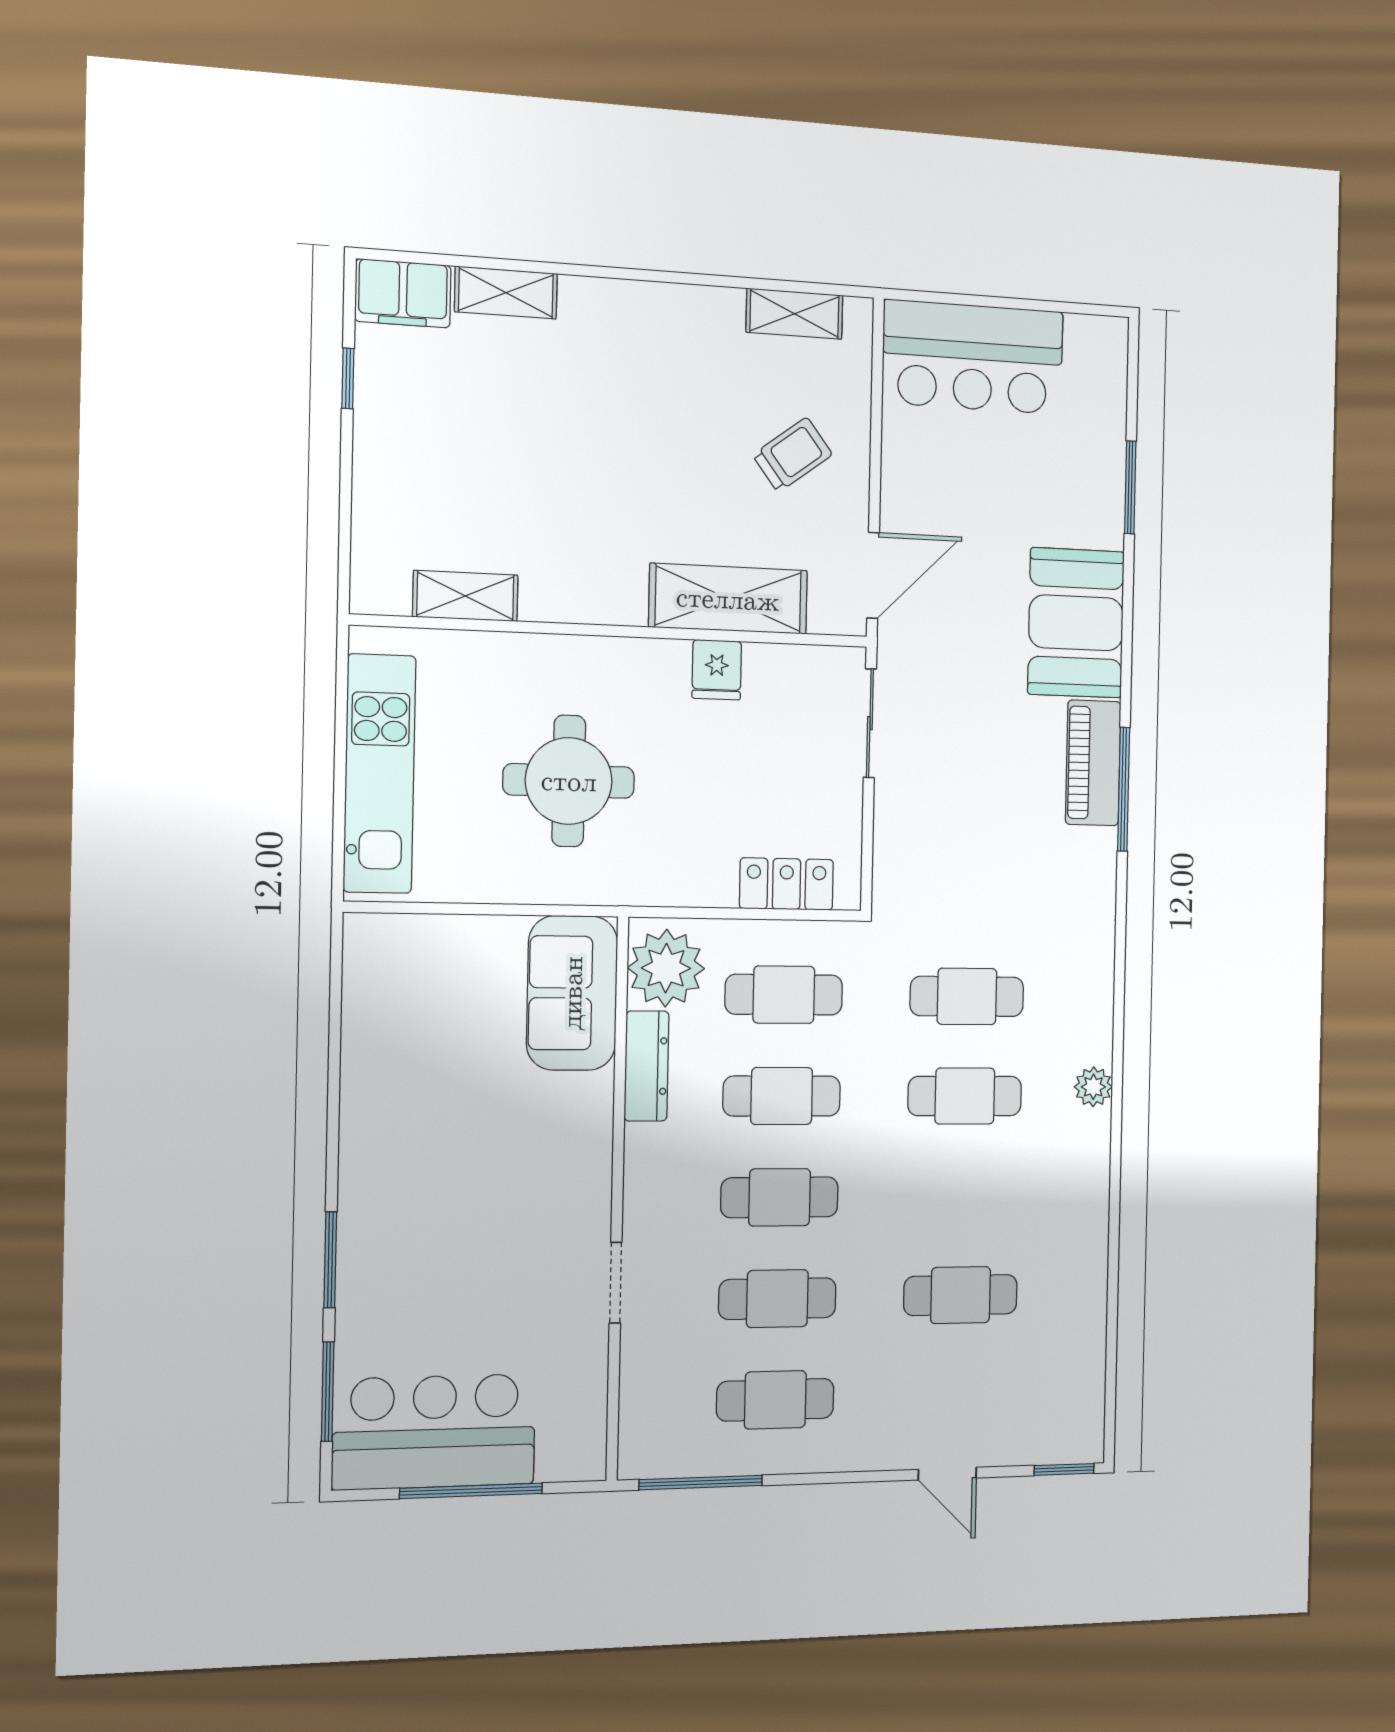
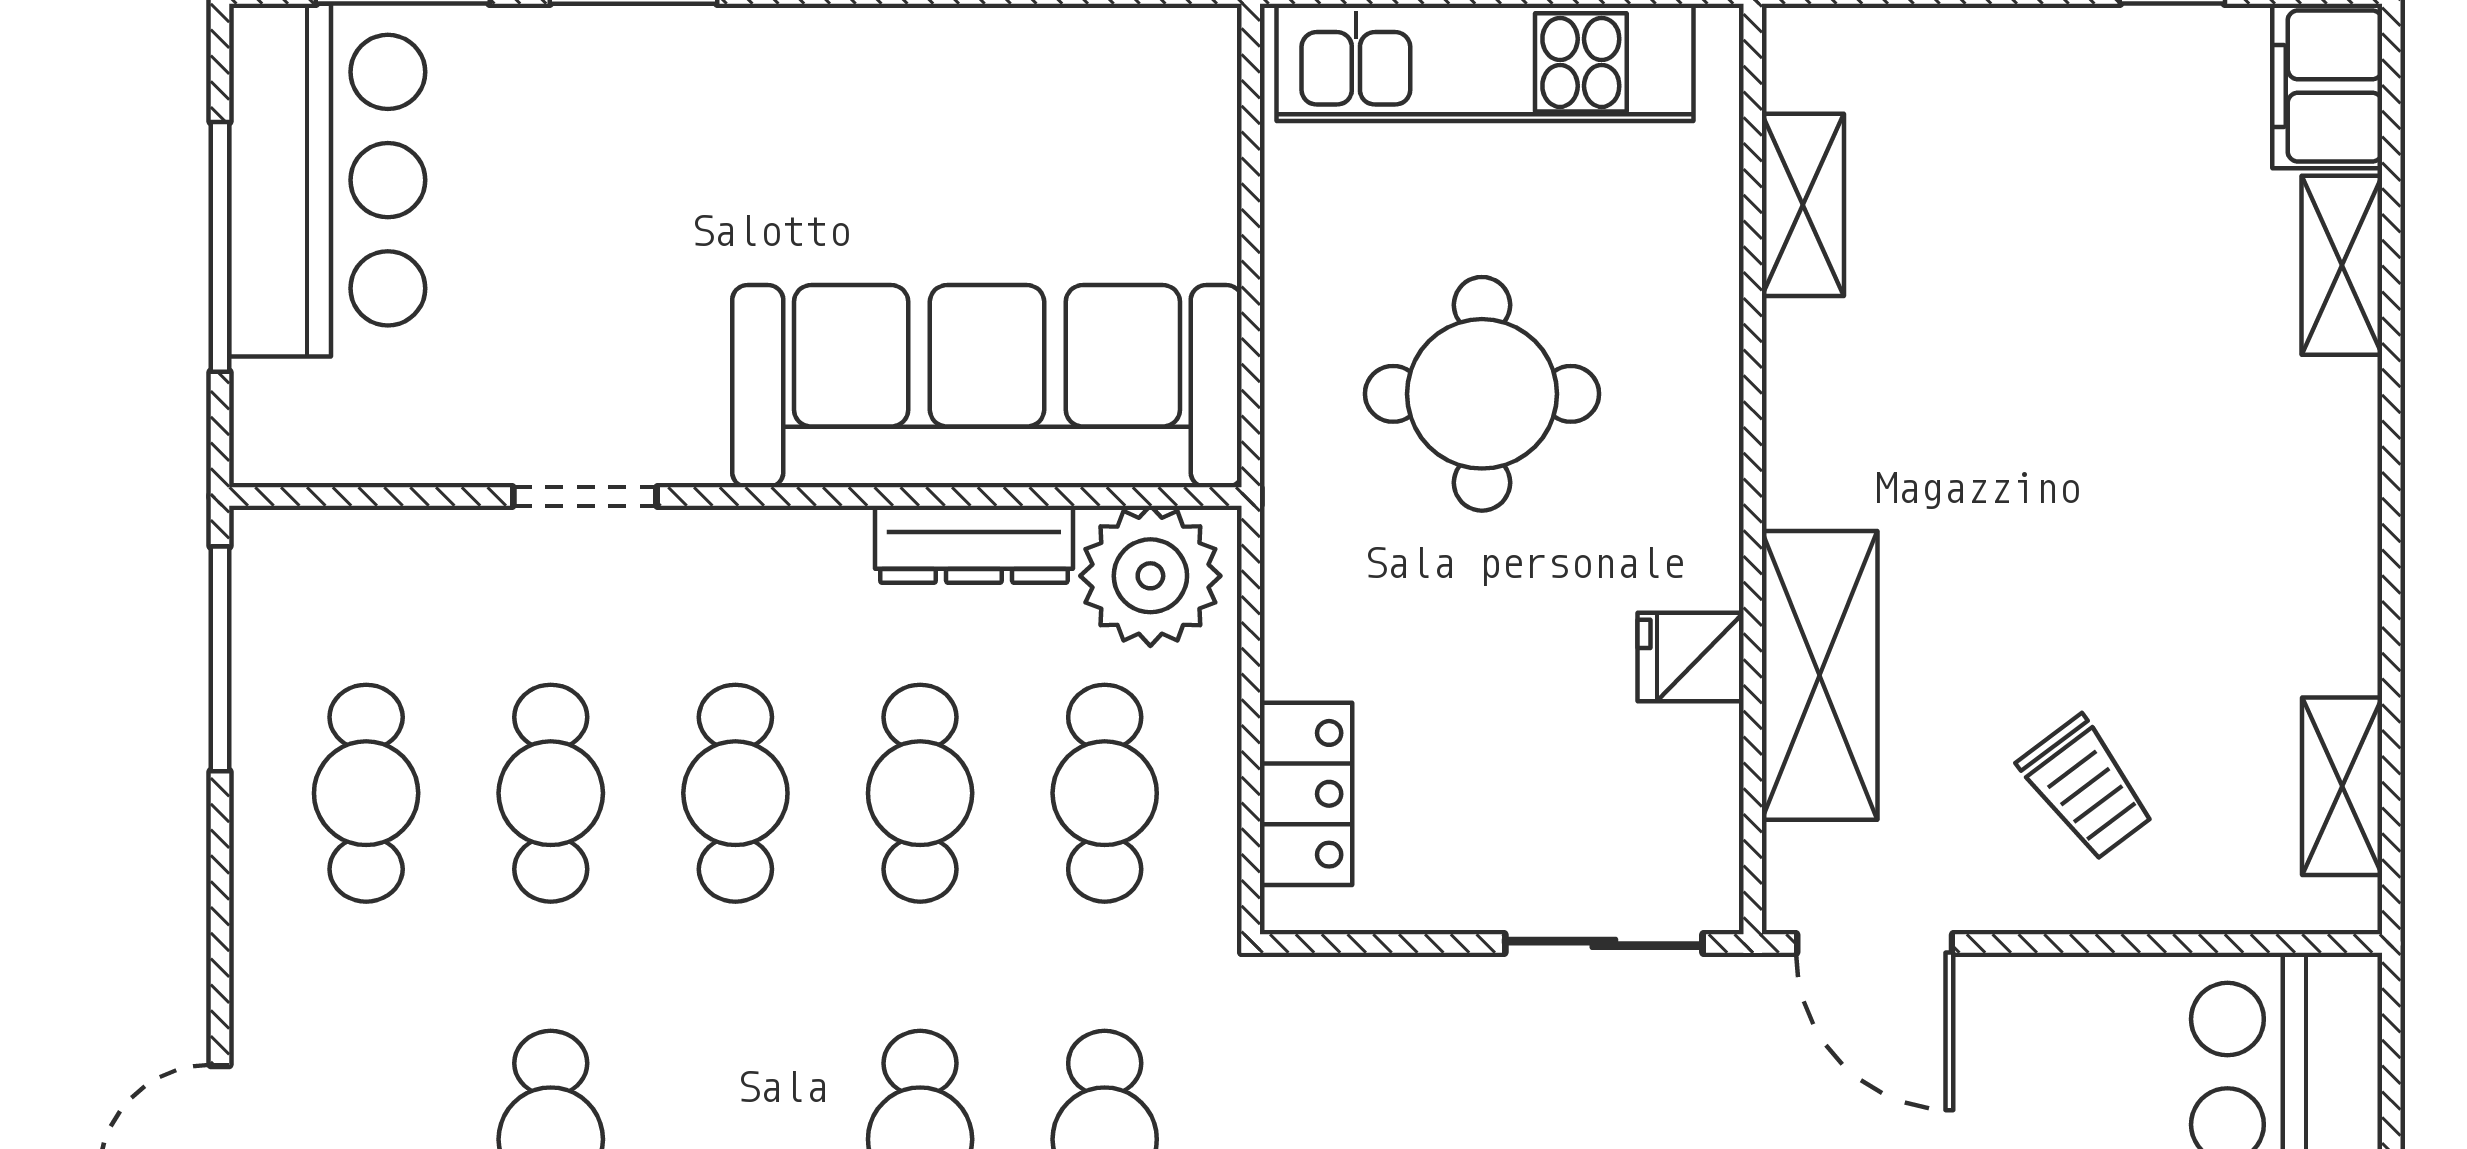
sofa: (572, 993) -> (987, 386), width x1.85, depth x1.27

